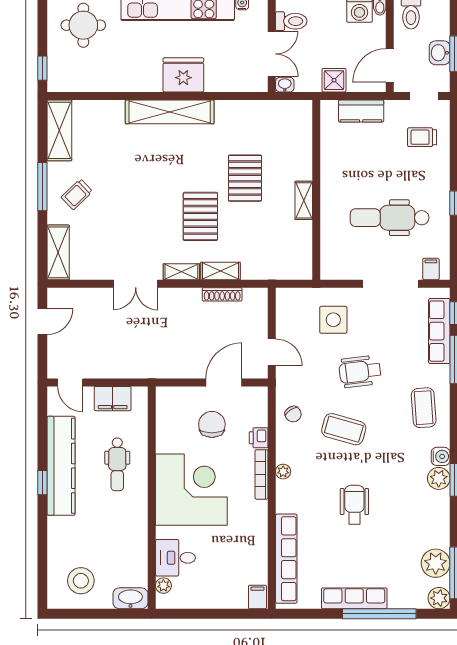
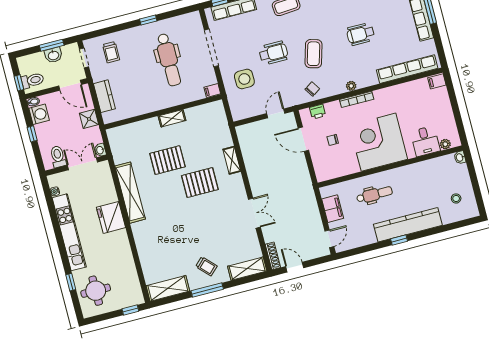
shelving: (170, 112) -> (130, 193), moved
filing cabinet: (431, 269) -> (212, 91), moved
shelving: (181, 272) -> (239, 186), removed
shoe rack: (222, 294) -> (273, 256), moved
wheelchair: (360, 372) -> (273, 53), turned -83
chair: (212, 424) -> (333, 140), width x0.54, depth x0.54
printer: (259, 438) -> (317, 112), moved
kitchen counter: (61, 466) -> (408, 225), moved
stool: (81, 581) -> (456, 198), width x0.53, depth x0.53
washbasin: (130, 598) -> (460, 157), width x0.52, depth x0.69

